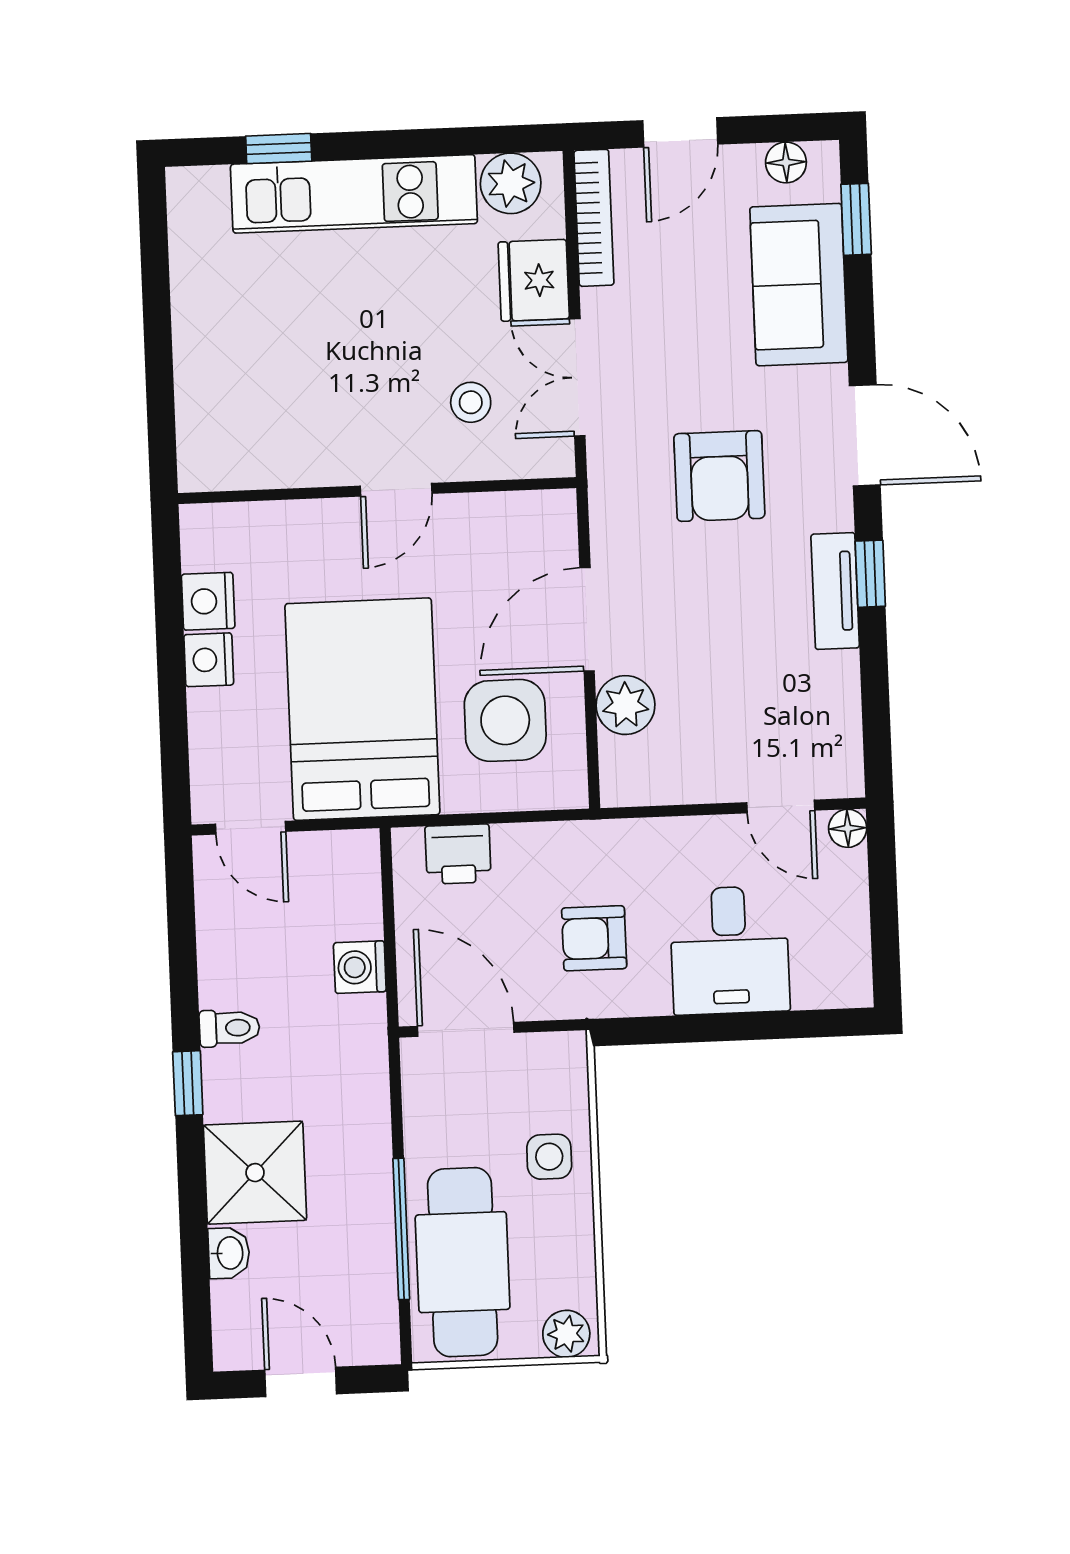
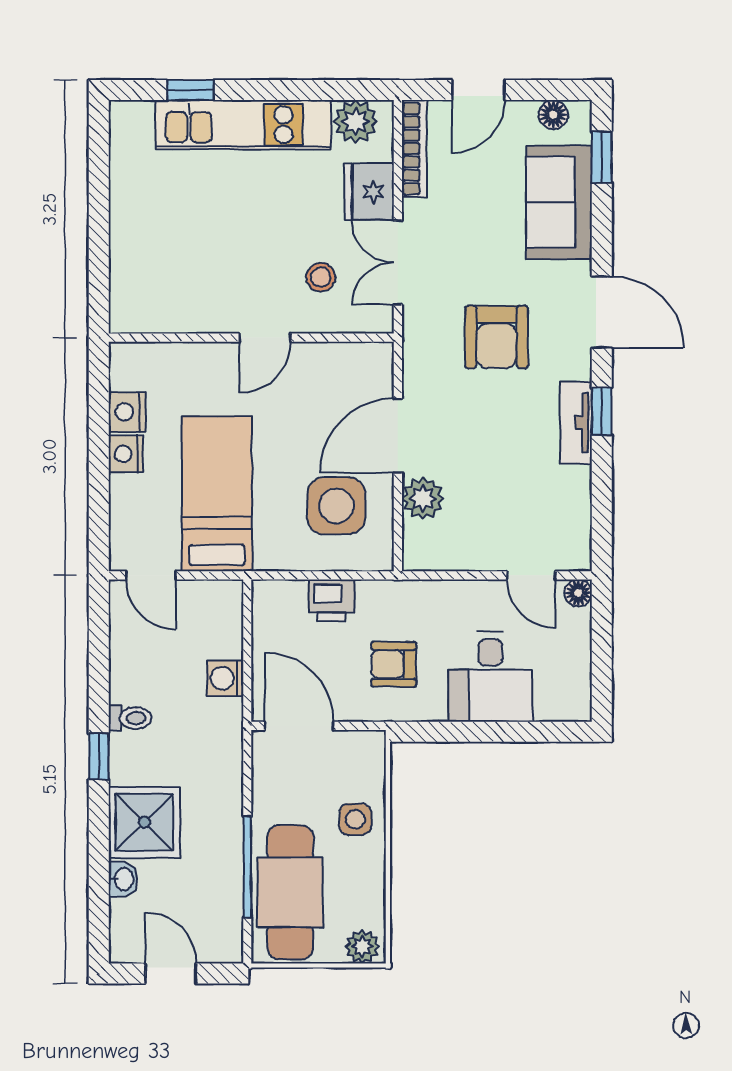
bed: (362, 709) -> (217, 494), width x0.67
printer: (458, 854) -> (332, 600), moved

